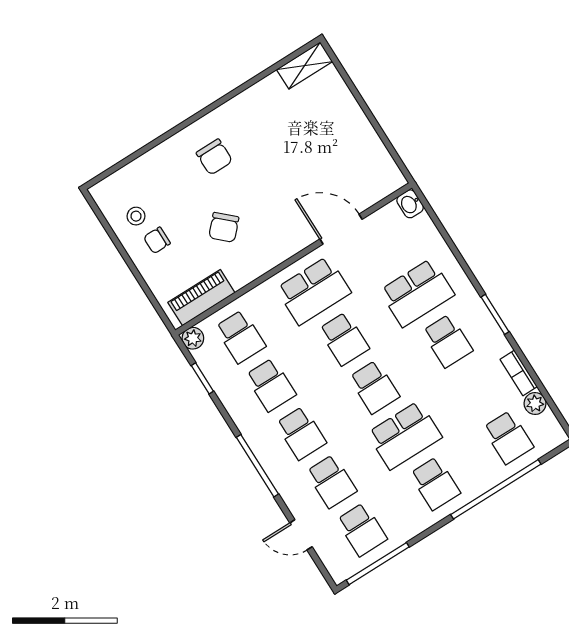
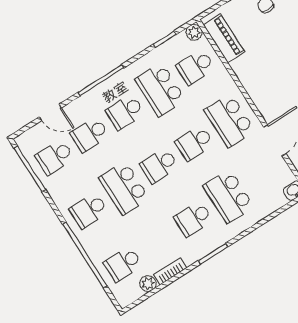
chair: (224, 227) -> (275, 54), removed
school desk: (271, 385) -> (160, 90), width x1.85
door: (301, 535) -> (50, 112), swing flipped

